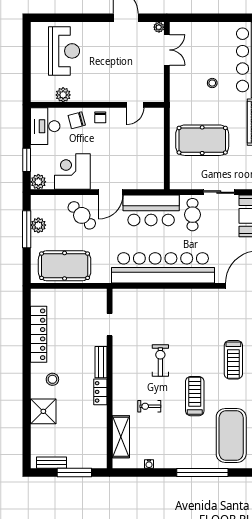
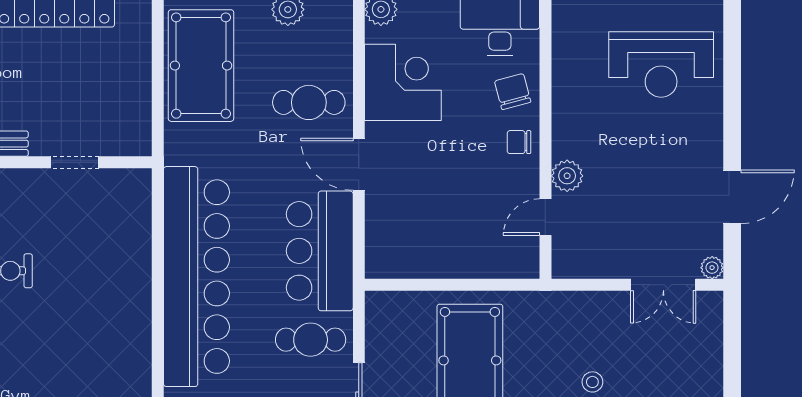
plant: (63, 95) -> (567, 176), moved
door: (135, 105) -> (545, 217), hinge flipped
cafe table: (82, 215) -> (309, 102), turned 44

